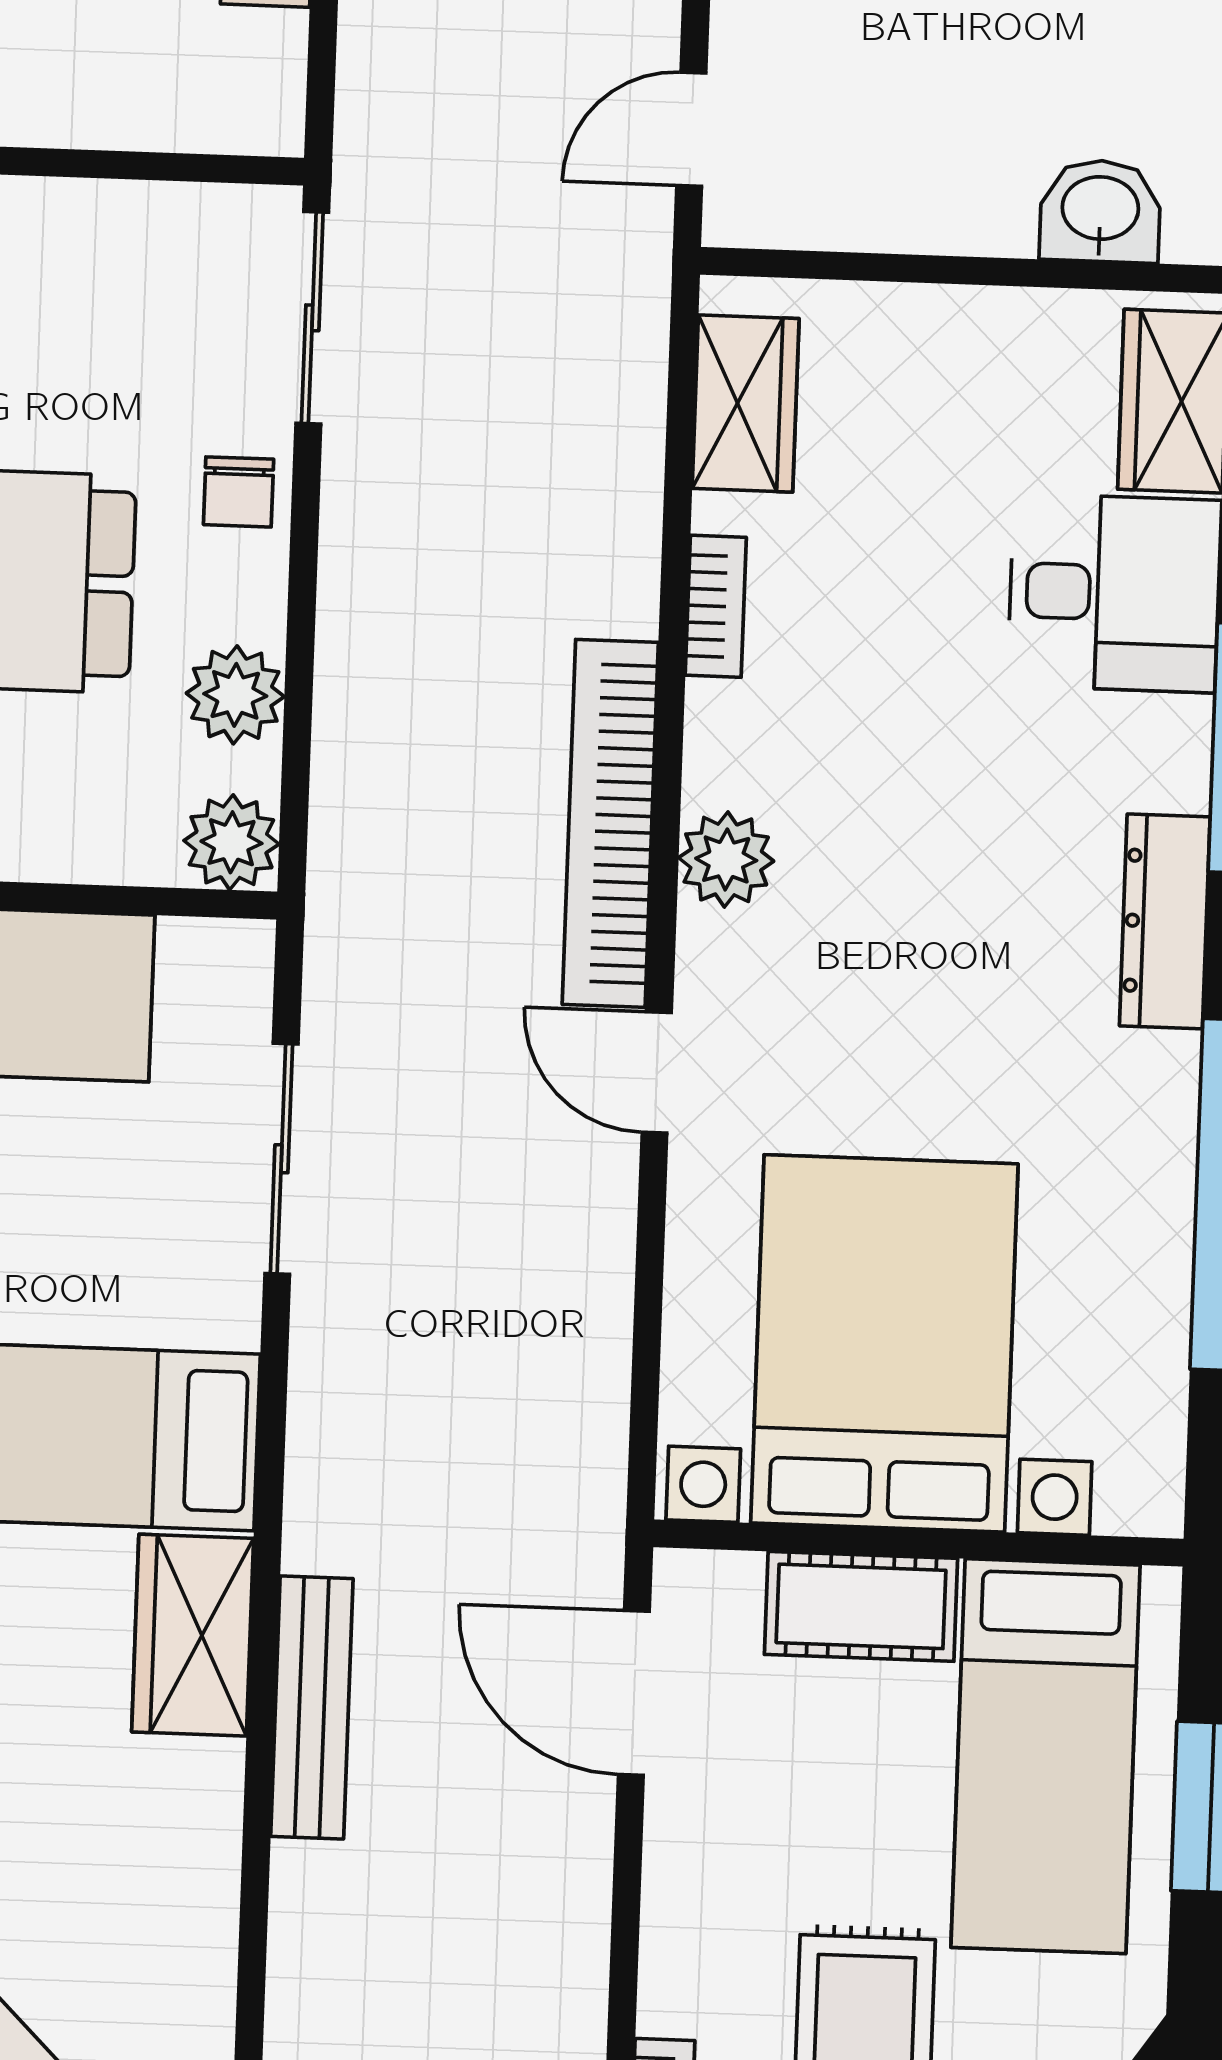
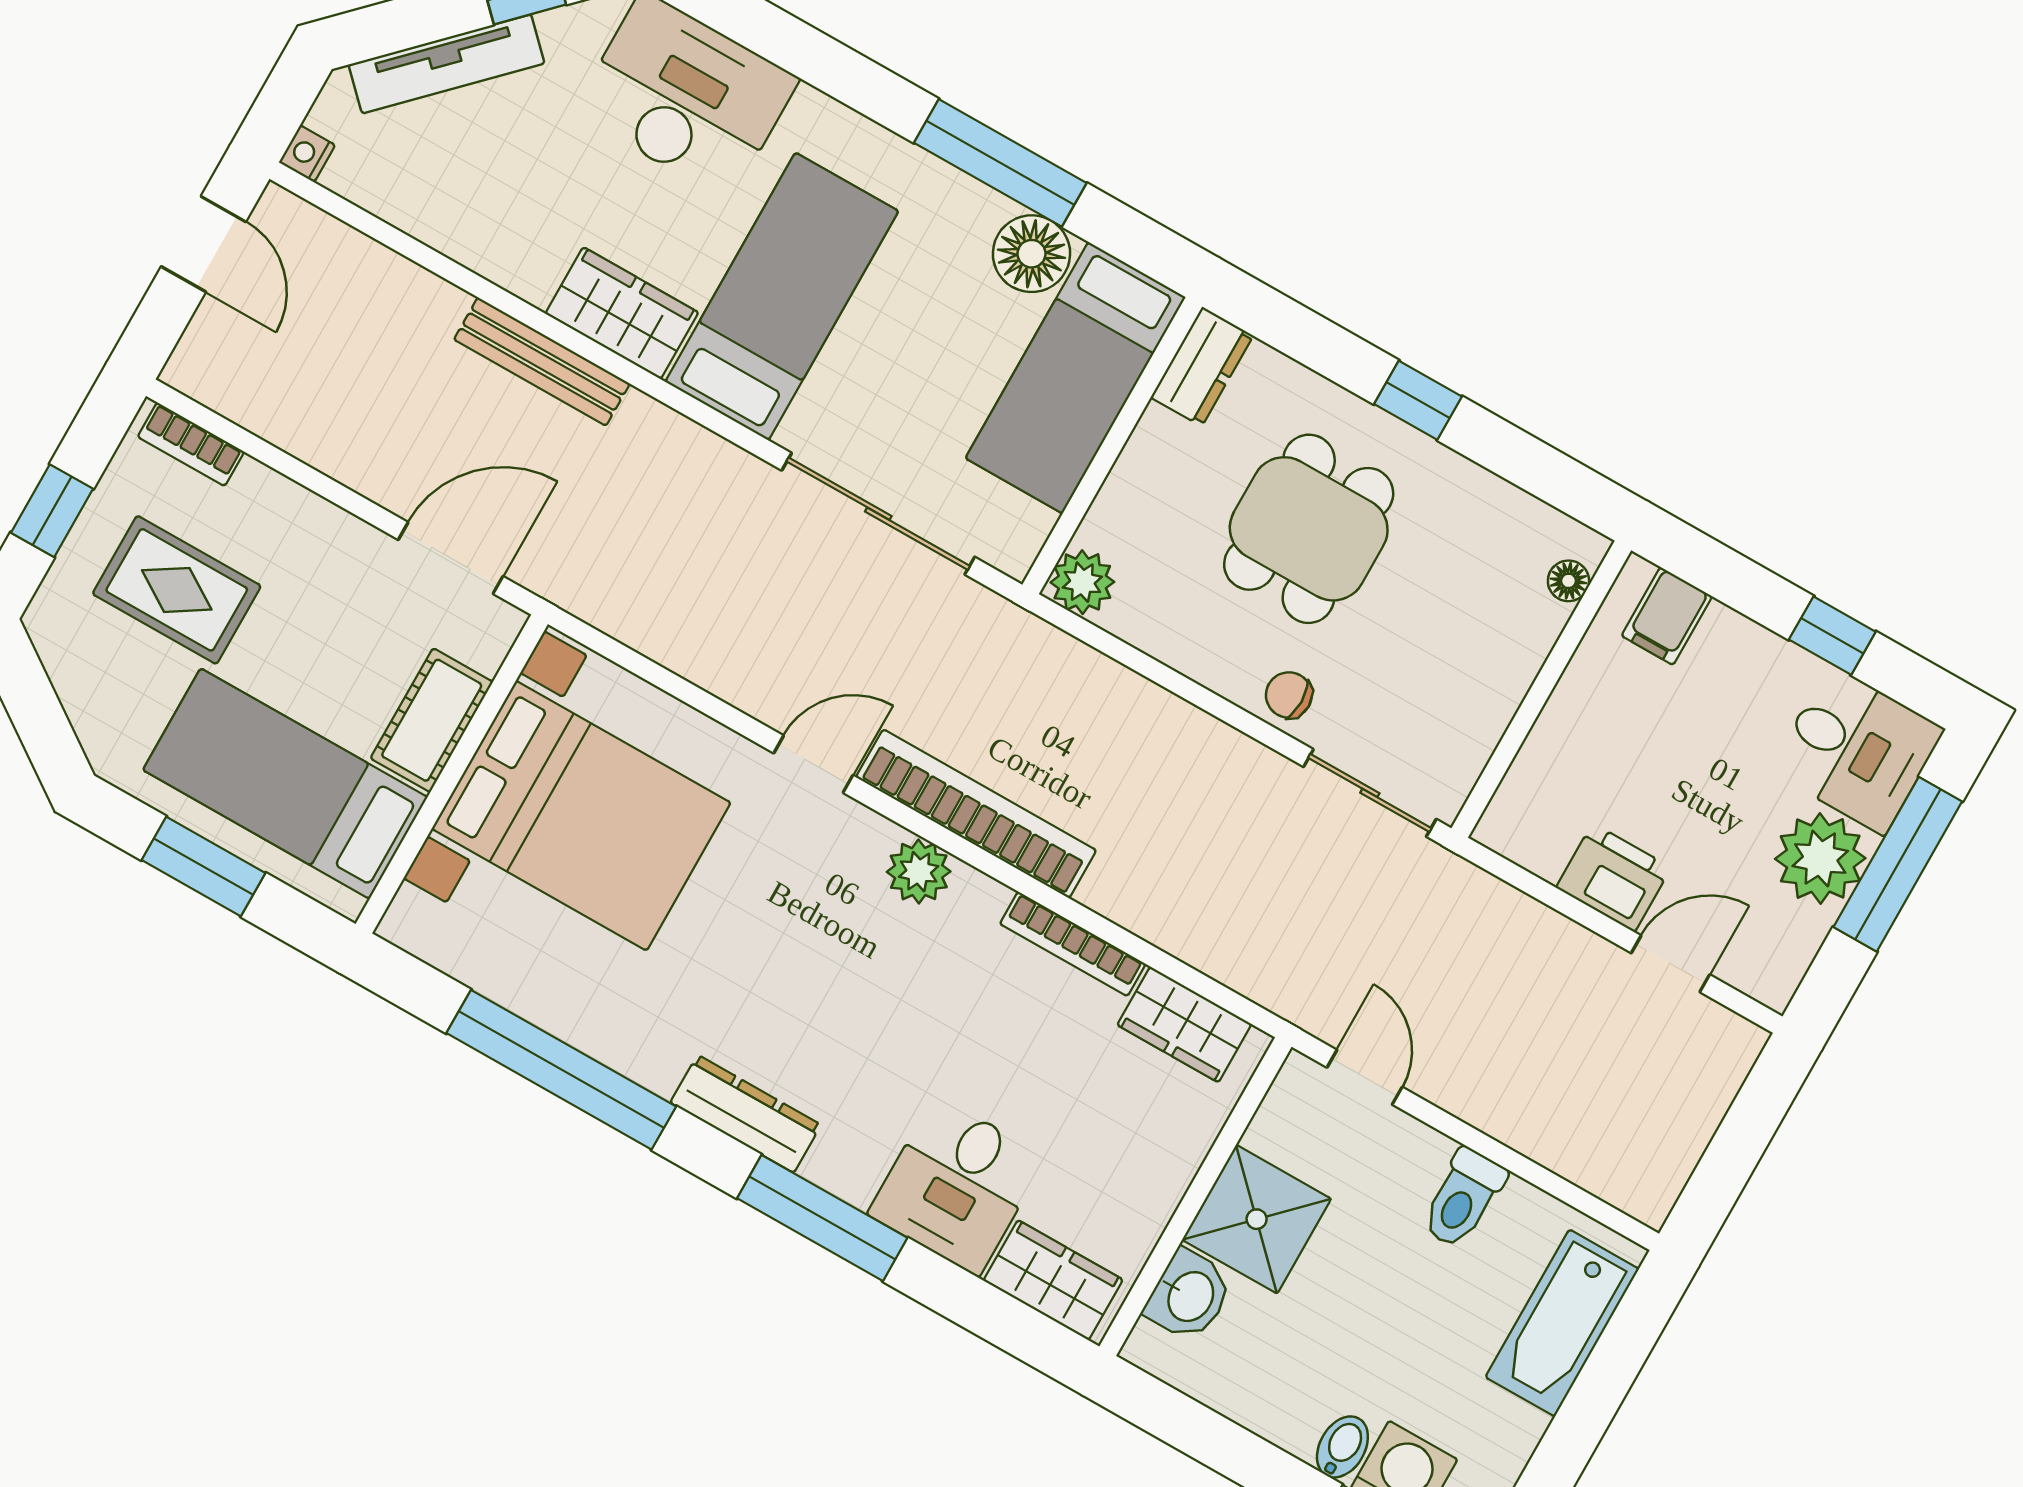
shower: (953, 174) -> (1257, 1219), added
bookcase: (716, 606) -> (1073, 944), width x1.56
plant: (235, 695) -> (1169, 630), removed
sliding door: (281, 1159) -> (878, 514), width x1.37

